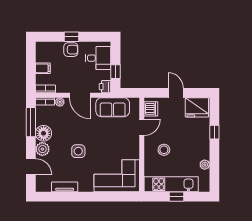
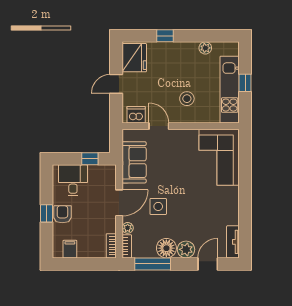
filing cabinet: (43, 68) -> (70, 249), moved
printer: (105, 87) -> (108, 172), removed
side table: (78, 151) -> (158, 206), moved
tv unit: (65, 187) -> (233, 242), moved

